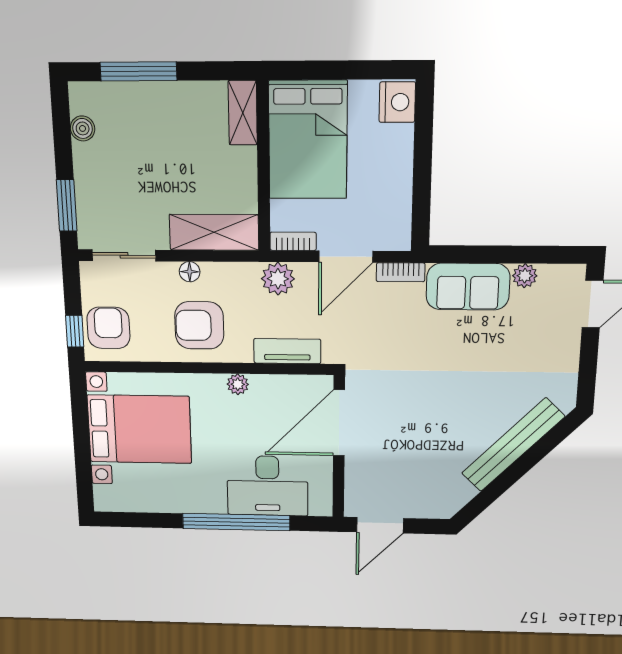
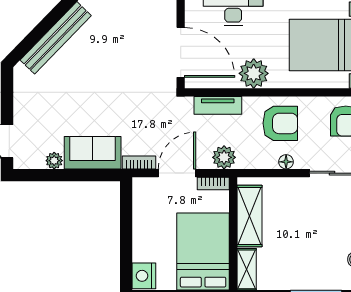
shelving: (214, 232) -> (250, 216), moved, turned 90
plant: (238, 384) -> (254, 73), width x1.88, depth x1.88
door: (339, 423) -> (181, 52), hinge flipped

